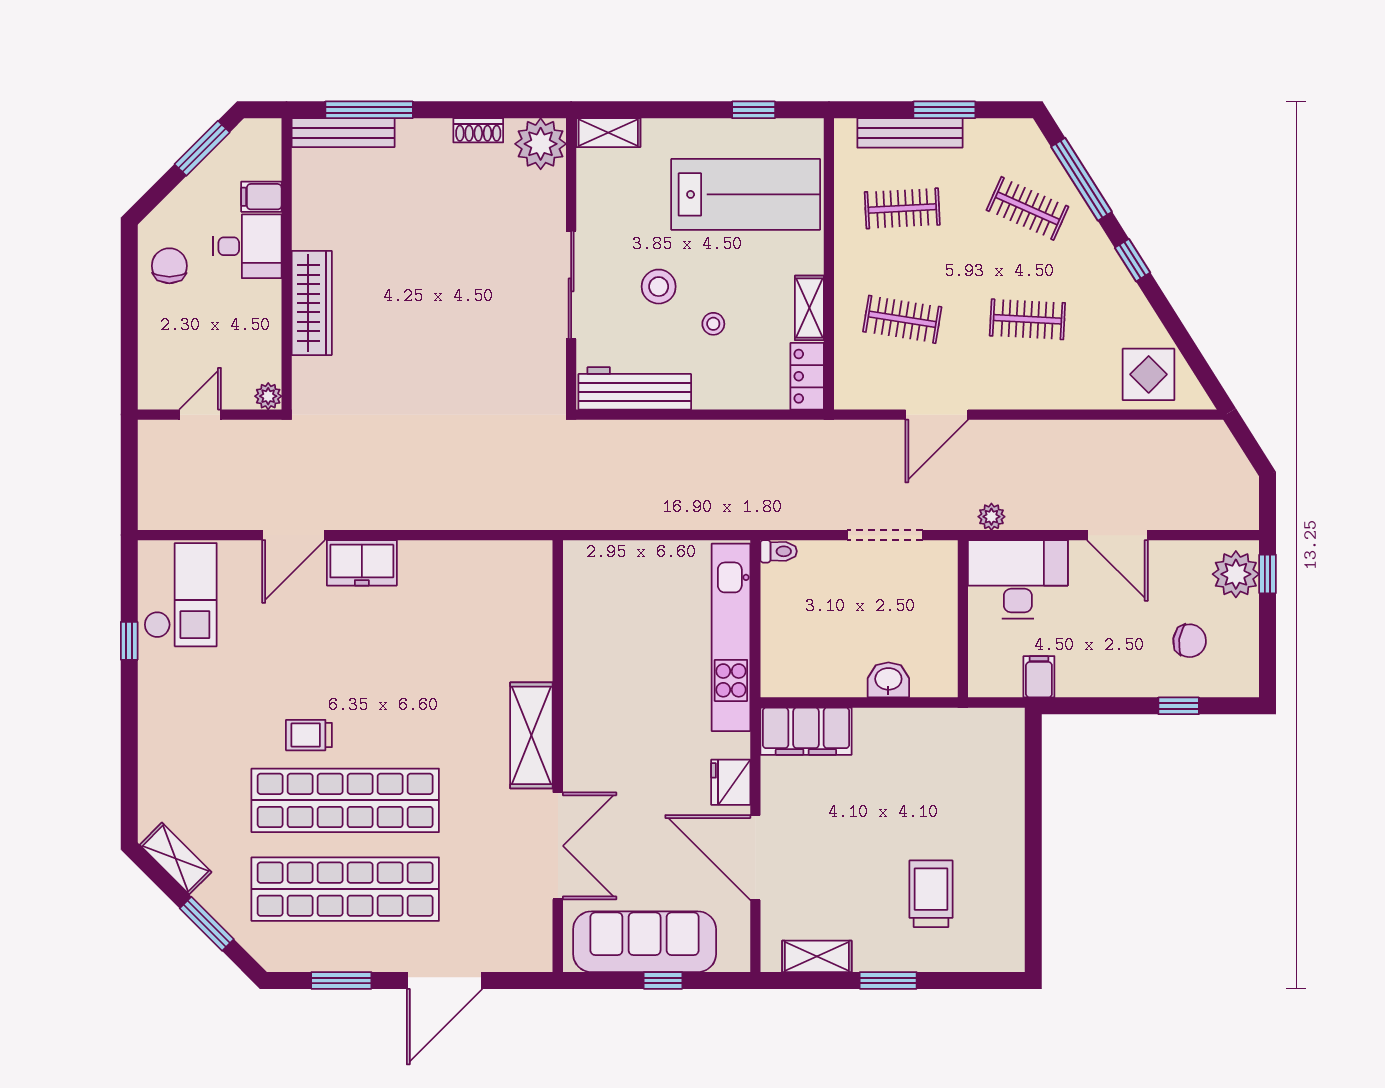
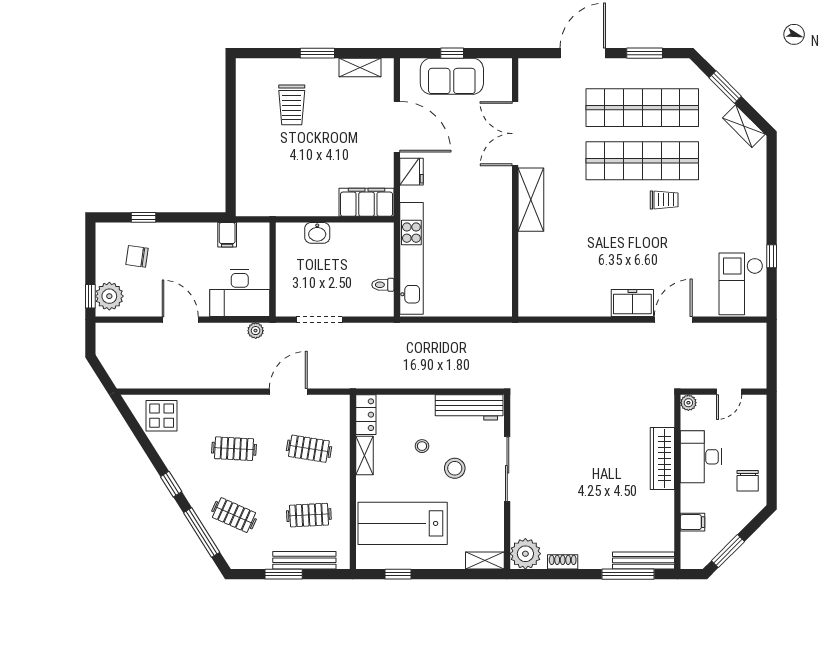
desk: (247, 246) -> (701, 457), moved, width x1.37
toilet: (779, 551) -> (383, 285), moved
sofa: (645, 942) -> (452, 76), width x0.73

